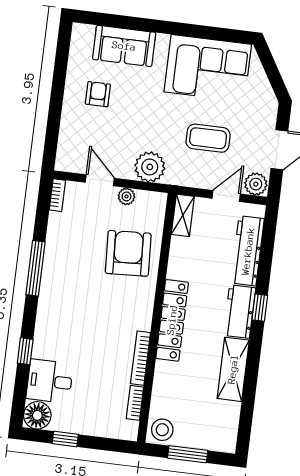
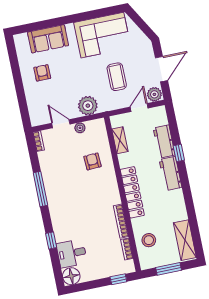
coffee table: (208, 138) -> (117, 77), turned 90
shelving: (183, 215) -> (120, 140), moved
workbench: (248, 251) -> (164, 141), width x0.73
armchair: (128, 253) -> (92, 161), width x0.53, depth x0.53
window: (260, 308) -> (179, 153), moved
shelving: (233, 369) -> (185, 240), moved
stool: (162, 430) -> (149, 240), moved
window: (65, 439) -> (118, 279), moved

